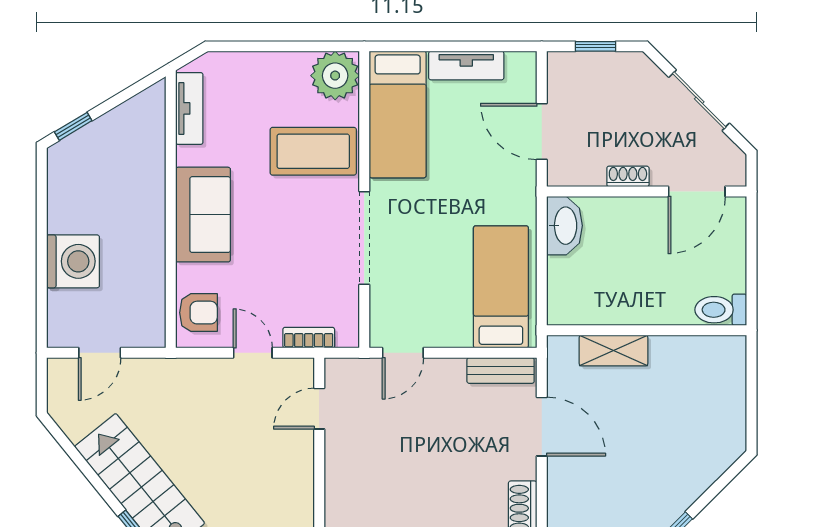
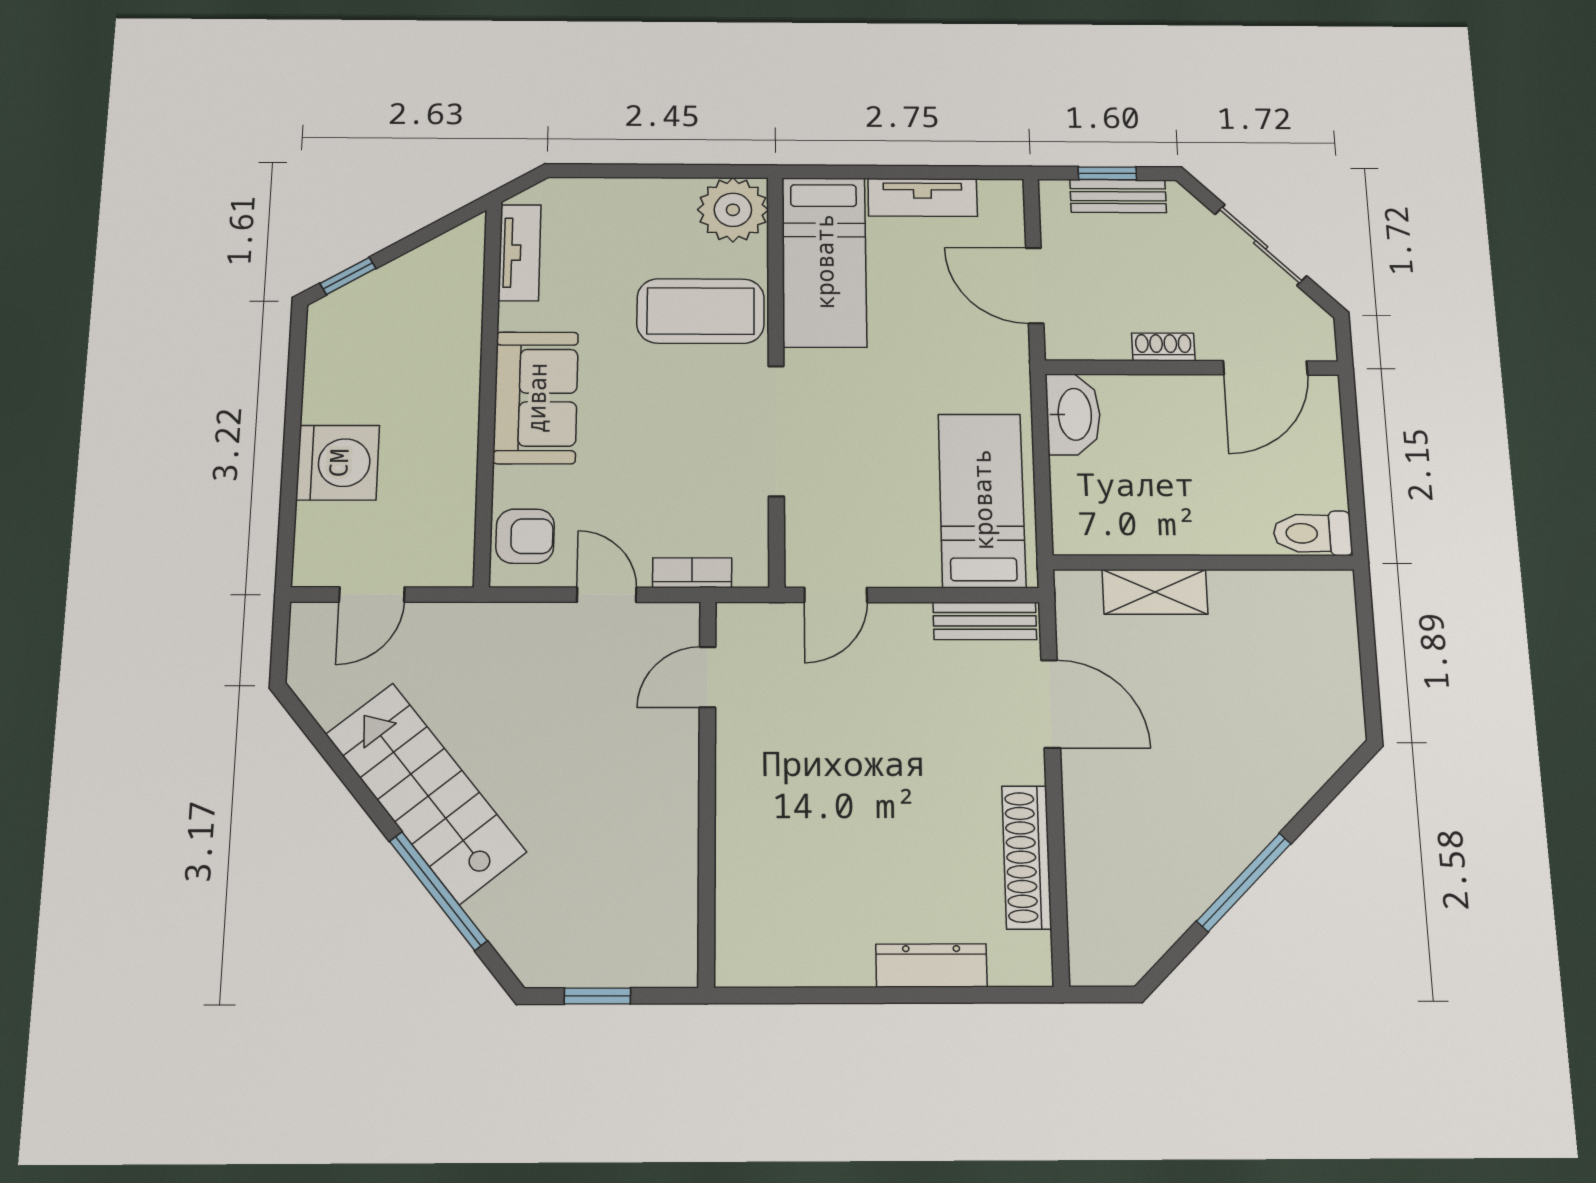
bench: (602, 64) -> (1118, 196), added

